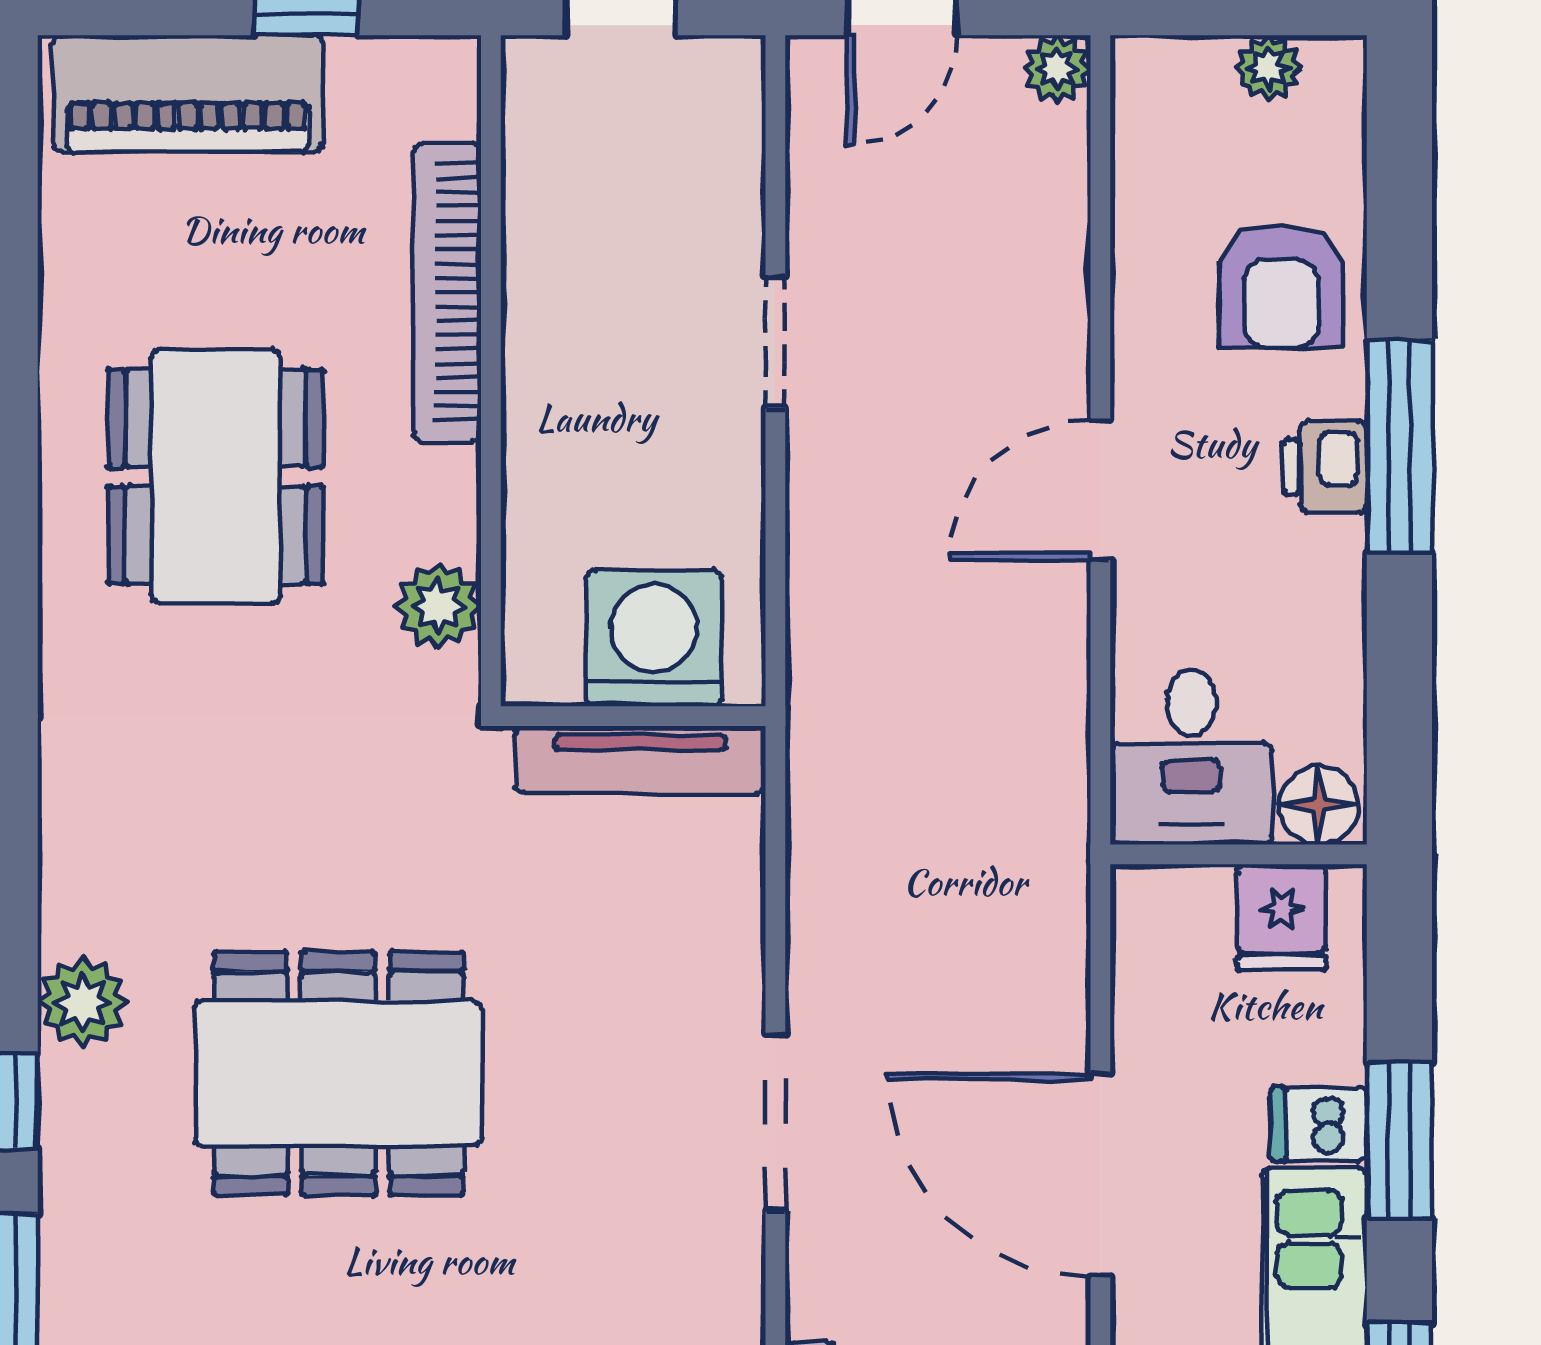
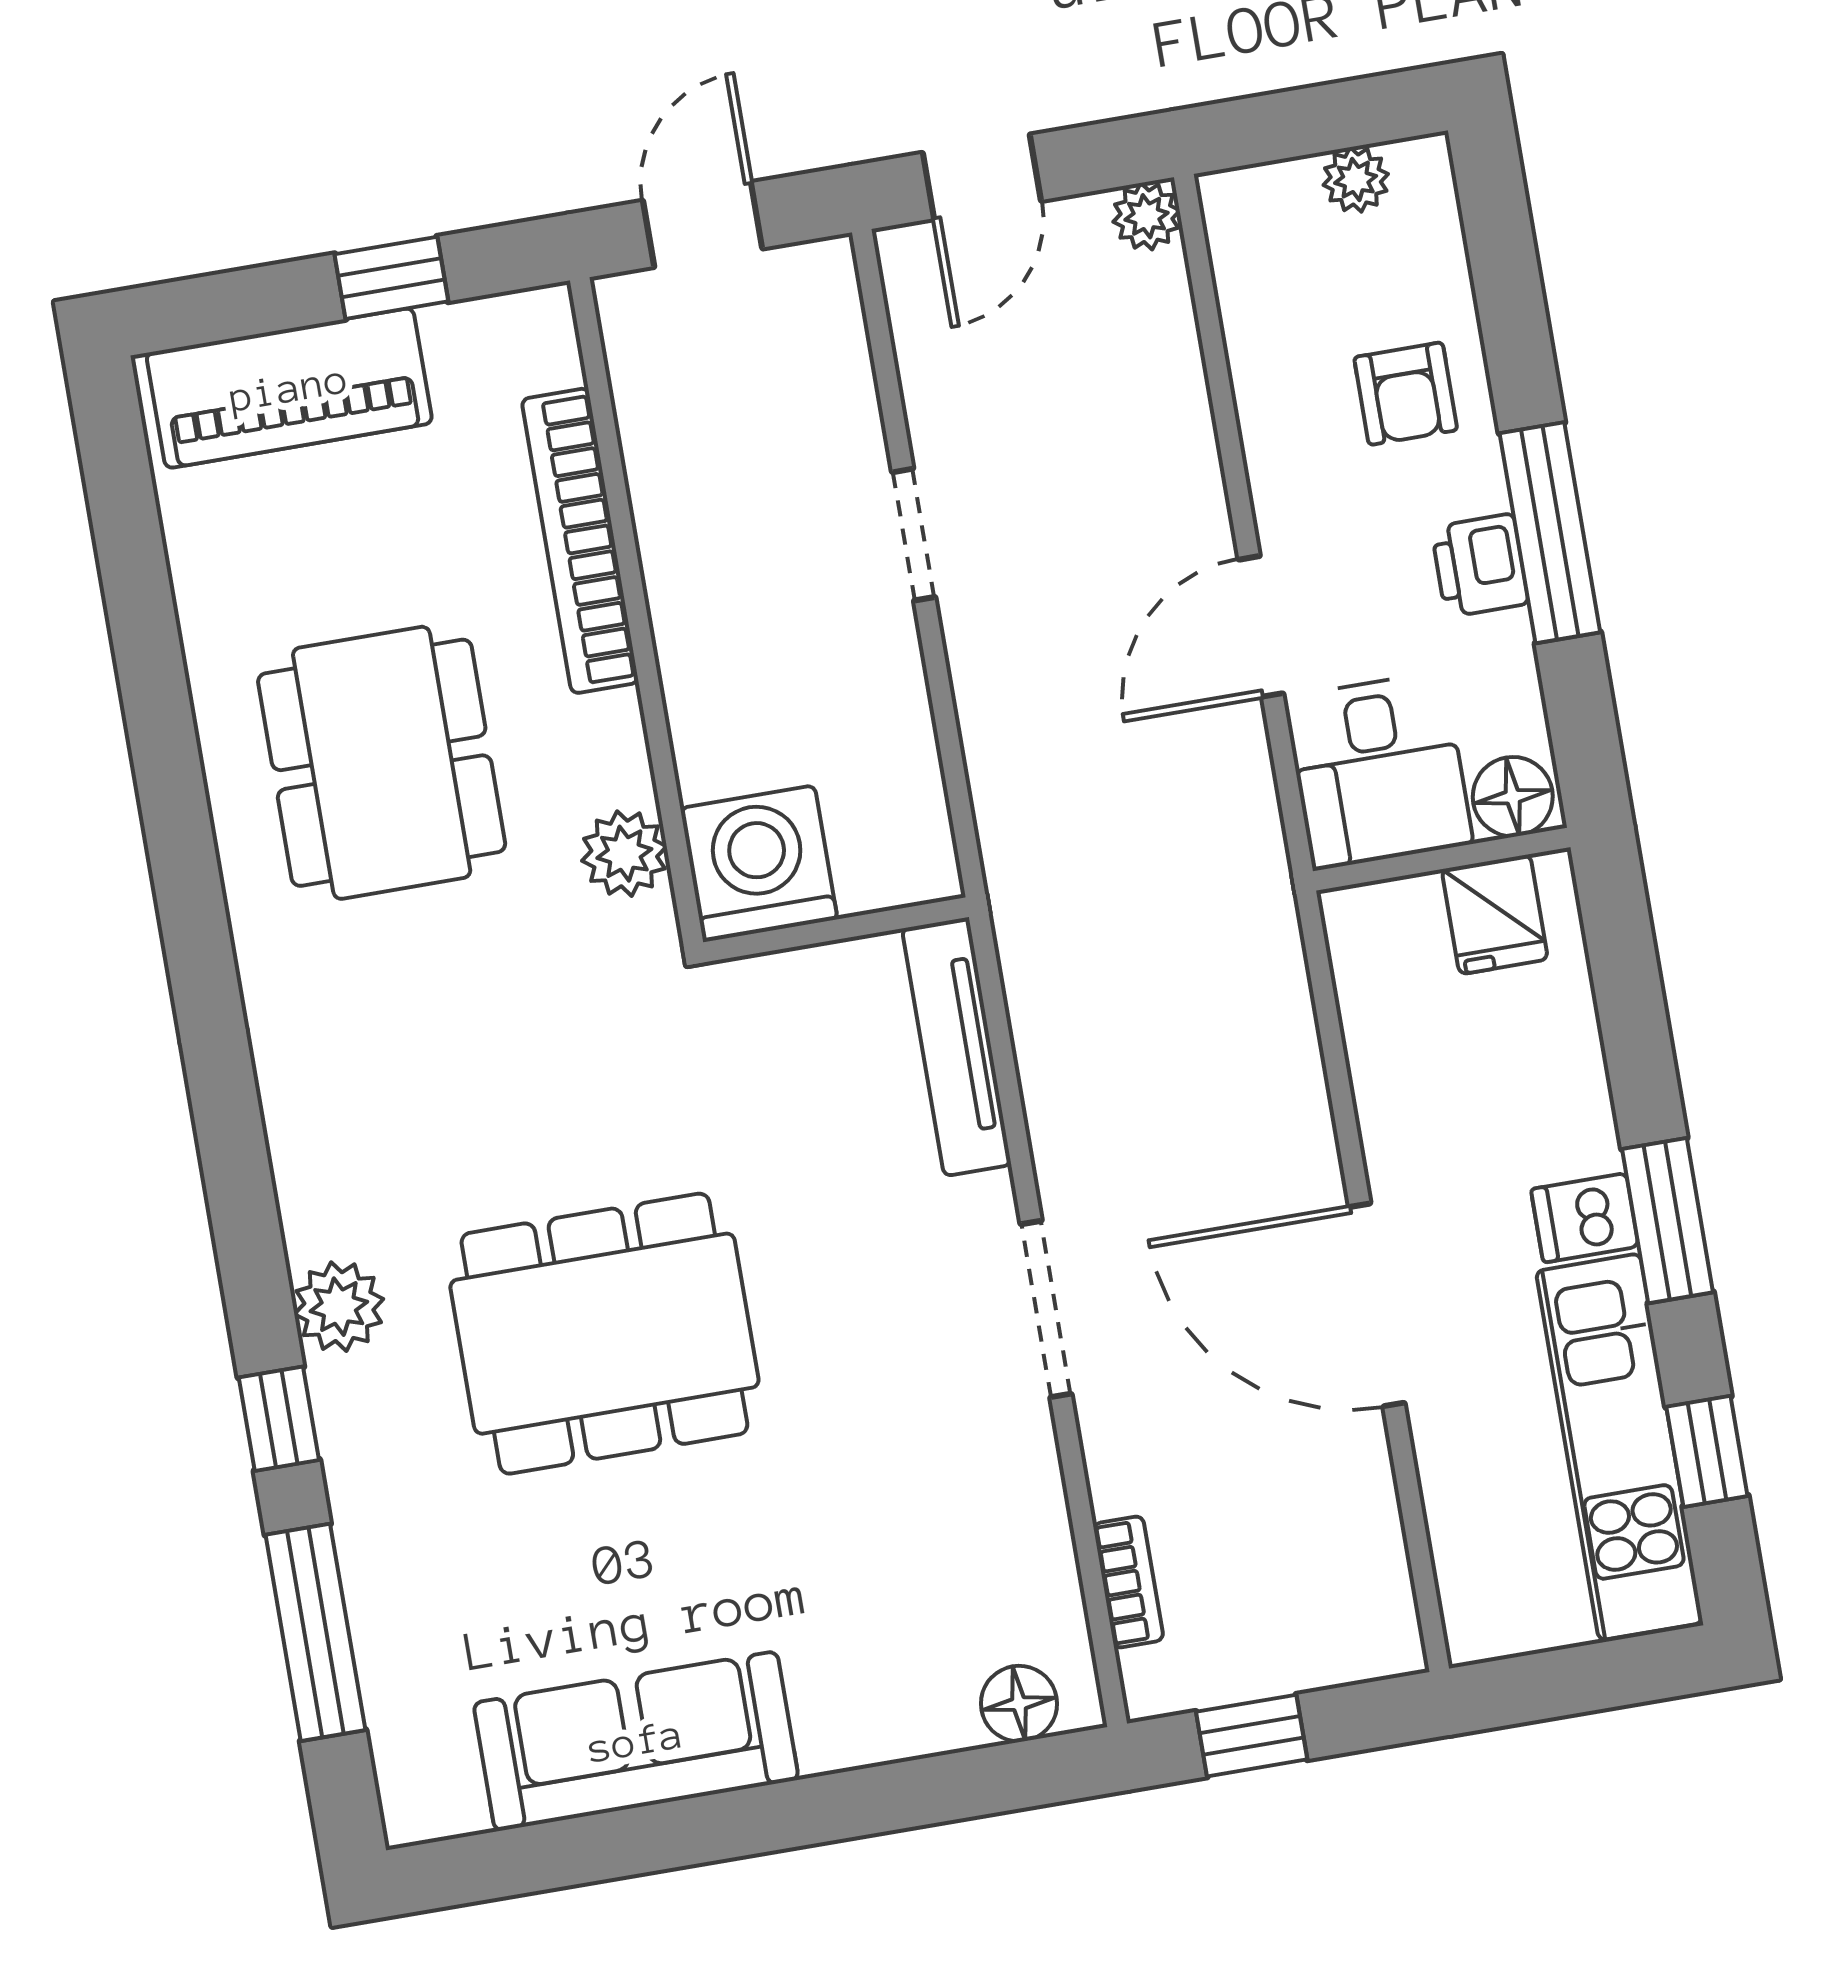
armchair: (1281, 286) -> (1406, 394), width x0.72, depth x0.72
washing machine: (654, 639) -> (759, 864), moved
desk: (1191, 757) -> (1378, 771), moved
tv unit: (640, 760) -> (957, 1047), moved, turned 90
floor lamp: (1319, 805) -> (1513, 797), moved
wall: (1239, 854) -> (1442, 859), moved
fridge: (1281, 917) -> (1495, 914), moved

